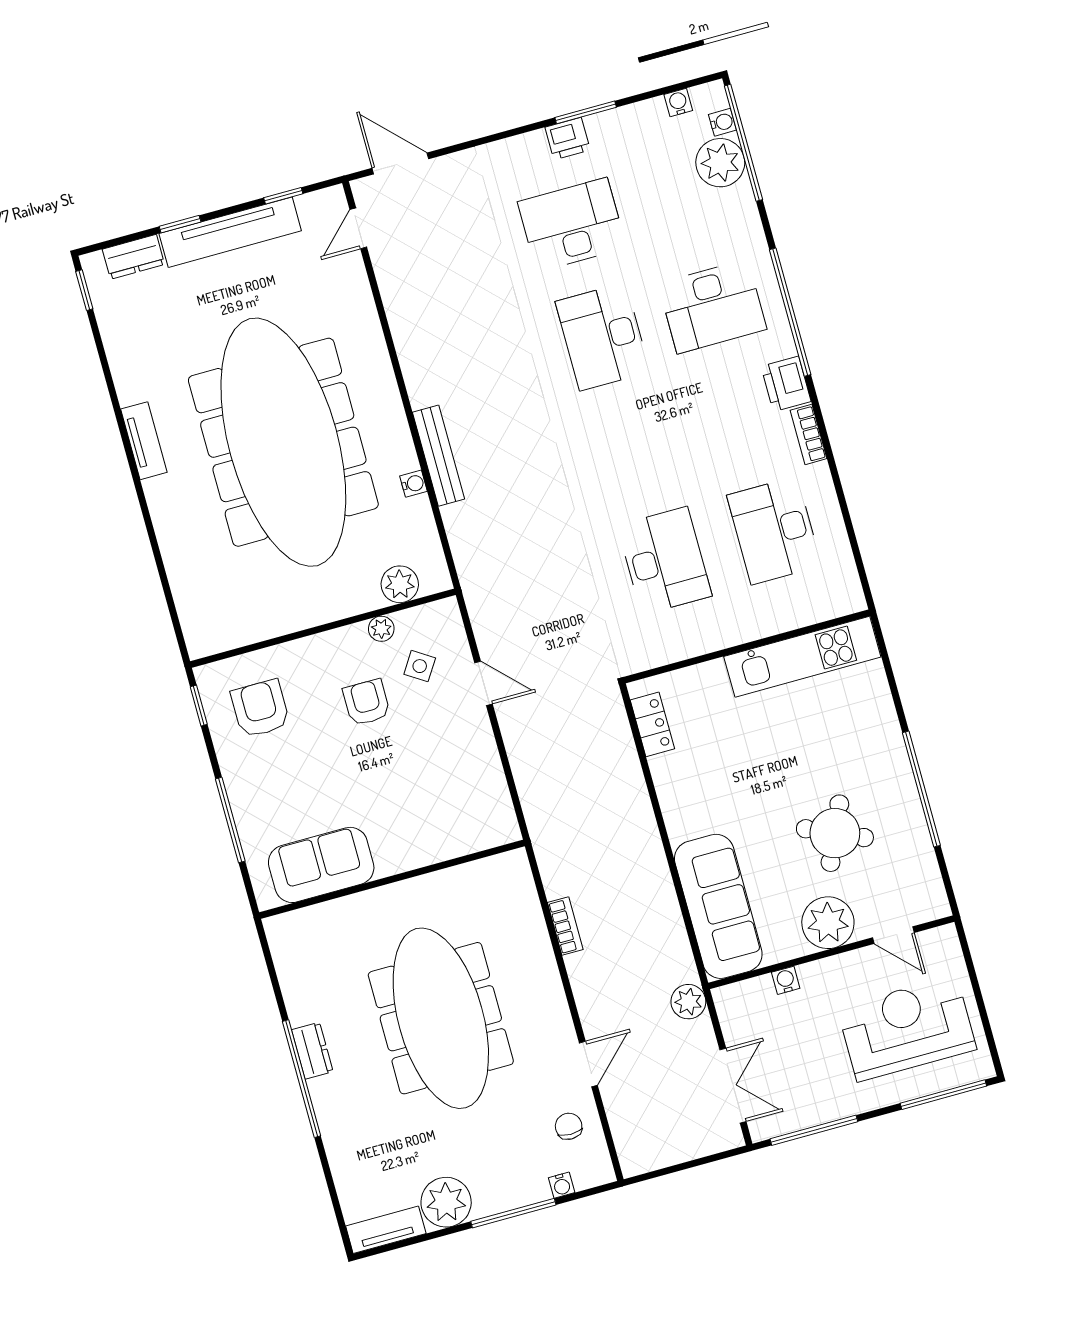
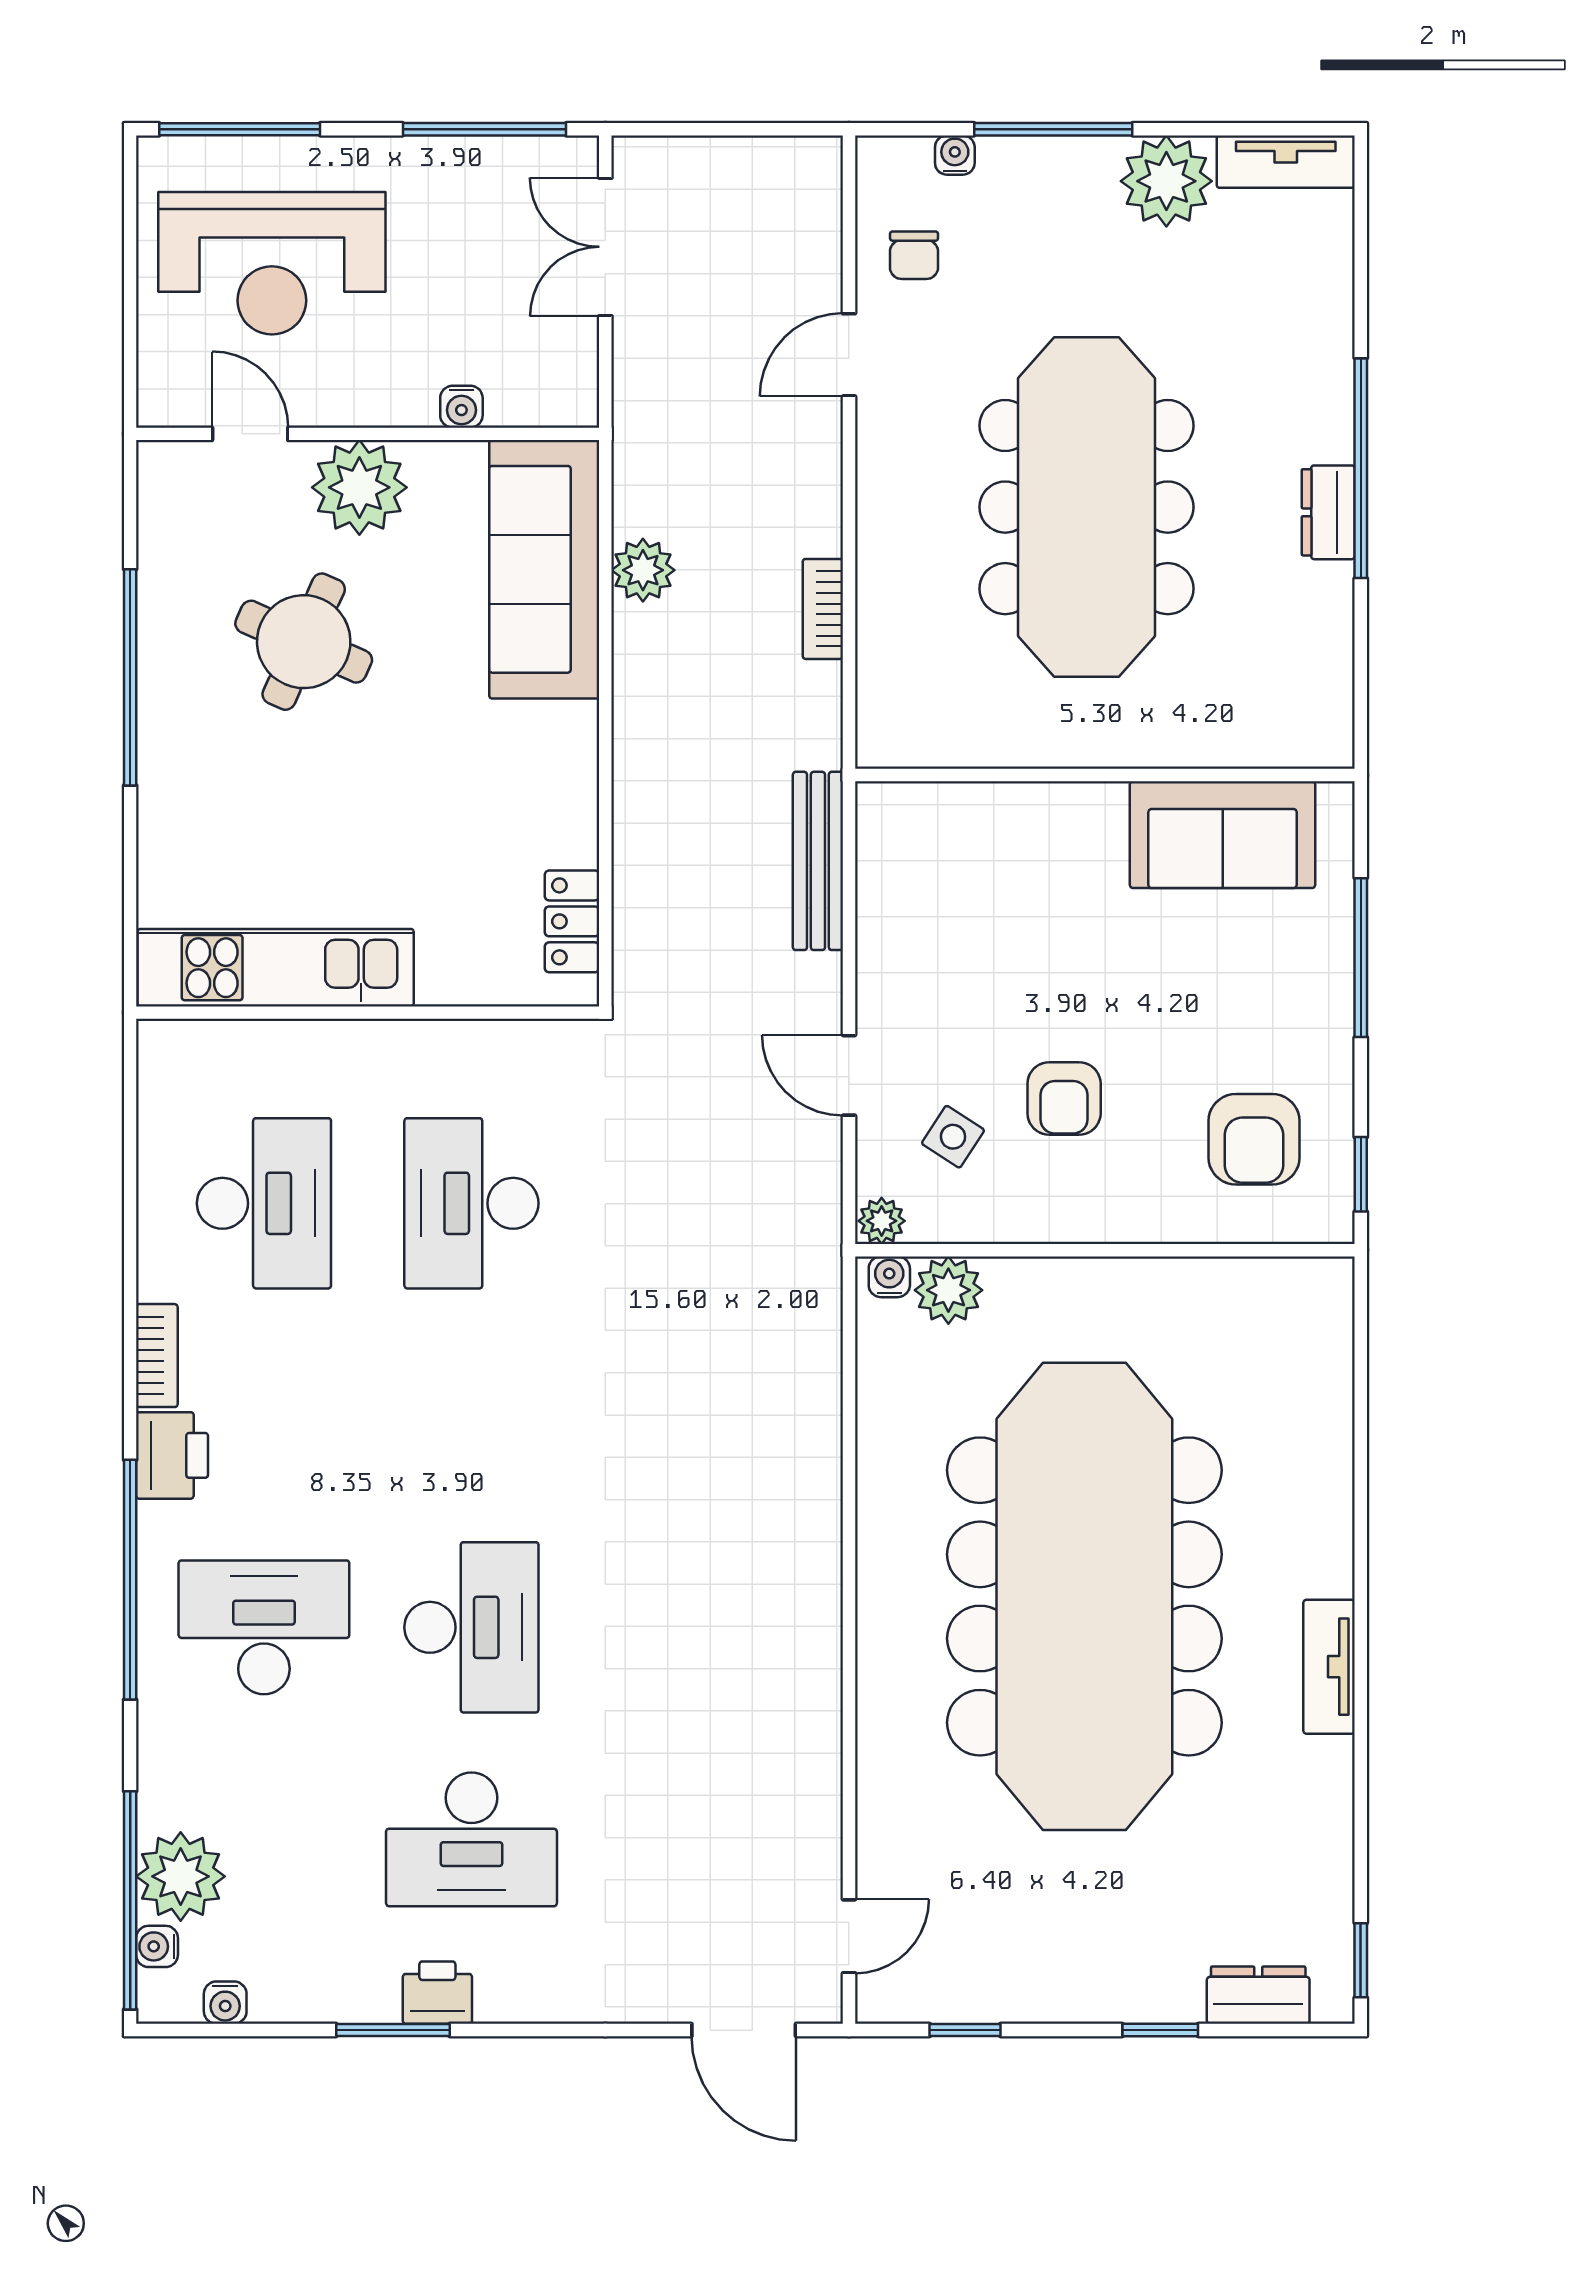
tv unit: (230, 232) -> (1076, 1992), removed
bench: (439, 456) -> (818, 861), moved
water cooler: (413, 484) -> (889, 1277), moved, turned 90
plant: (381, 629) -> (882, 1221), moved
plant: (688, 1002) -> (643, 570), moved

